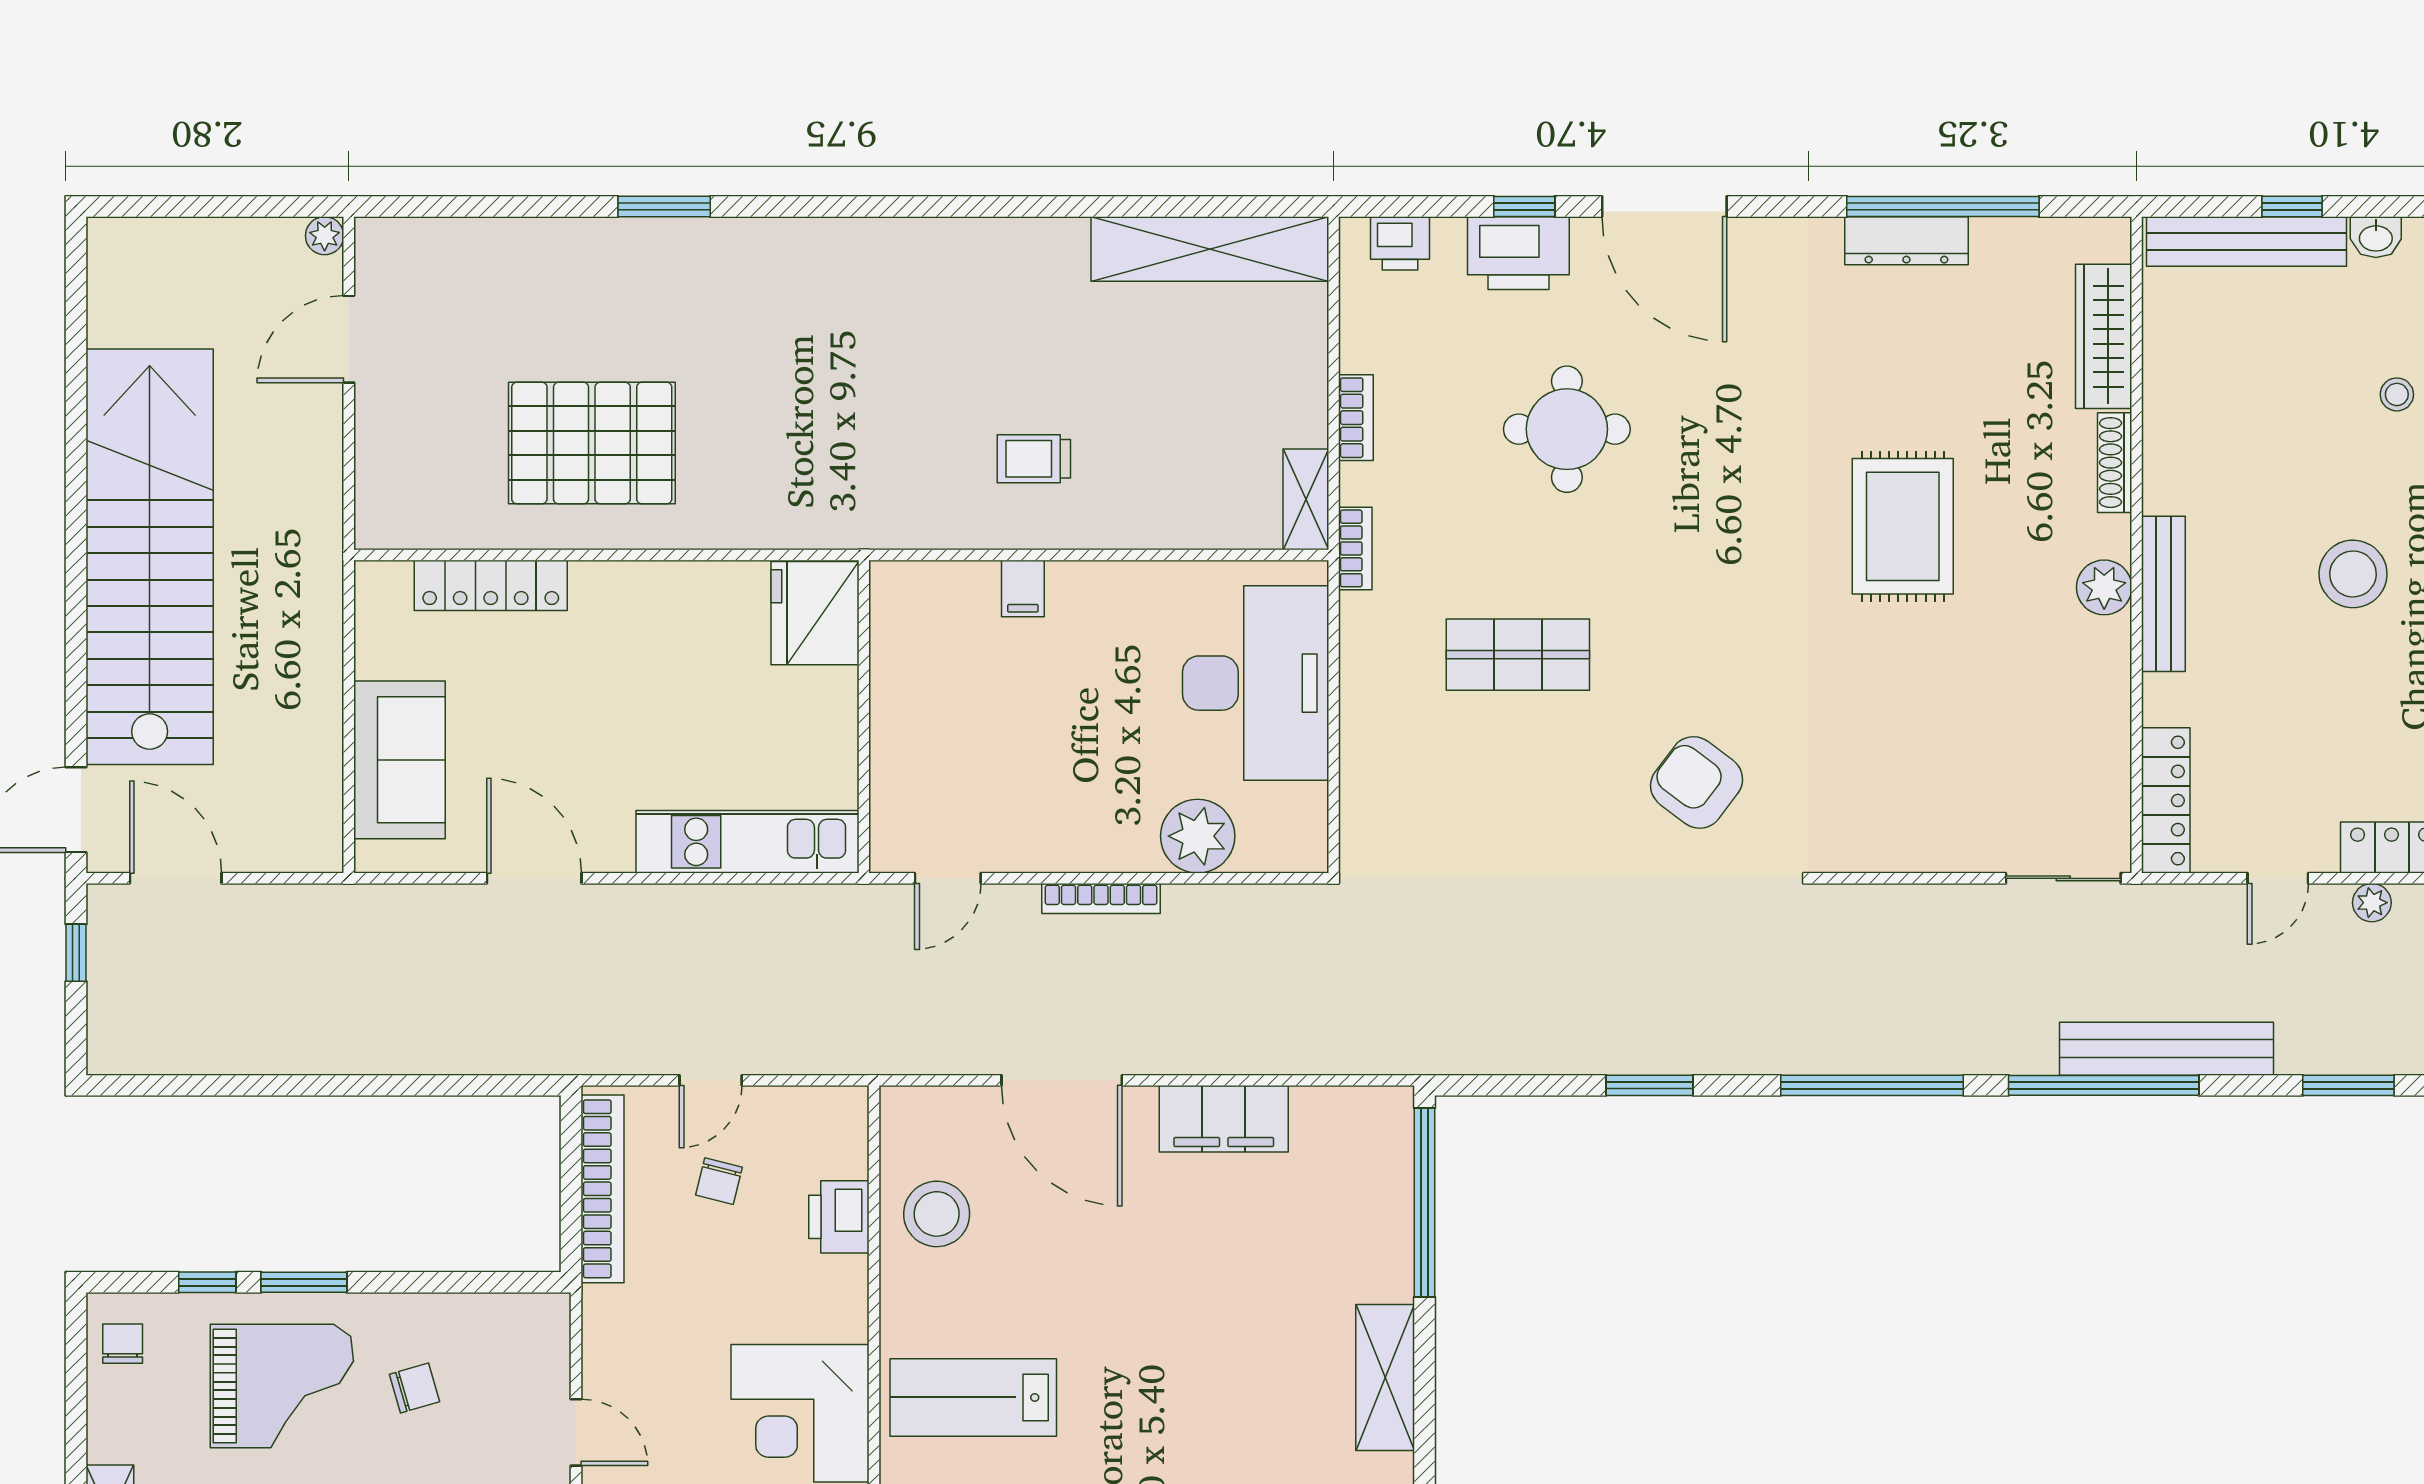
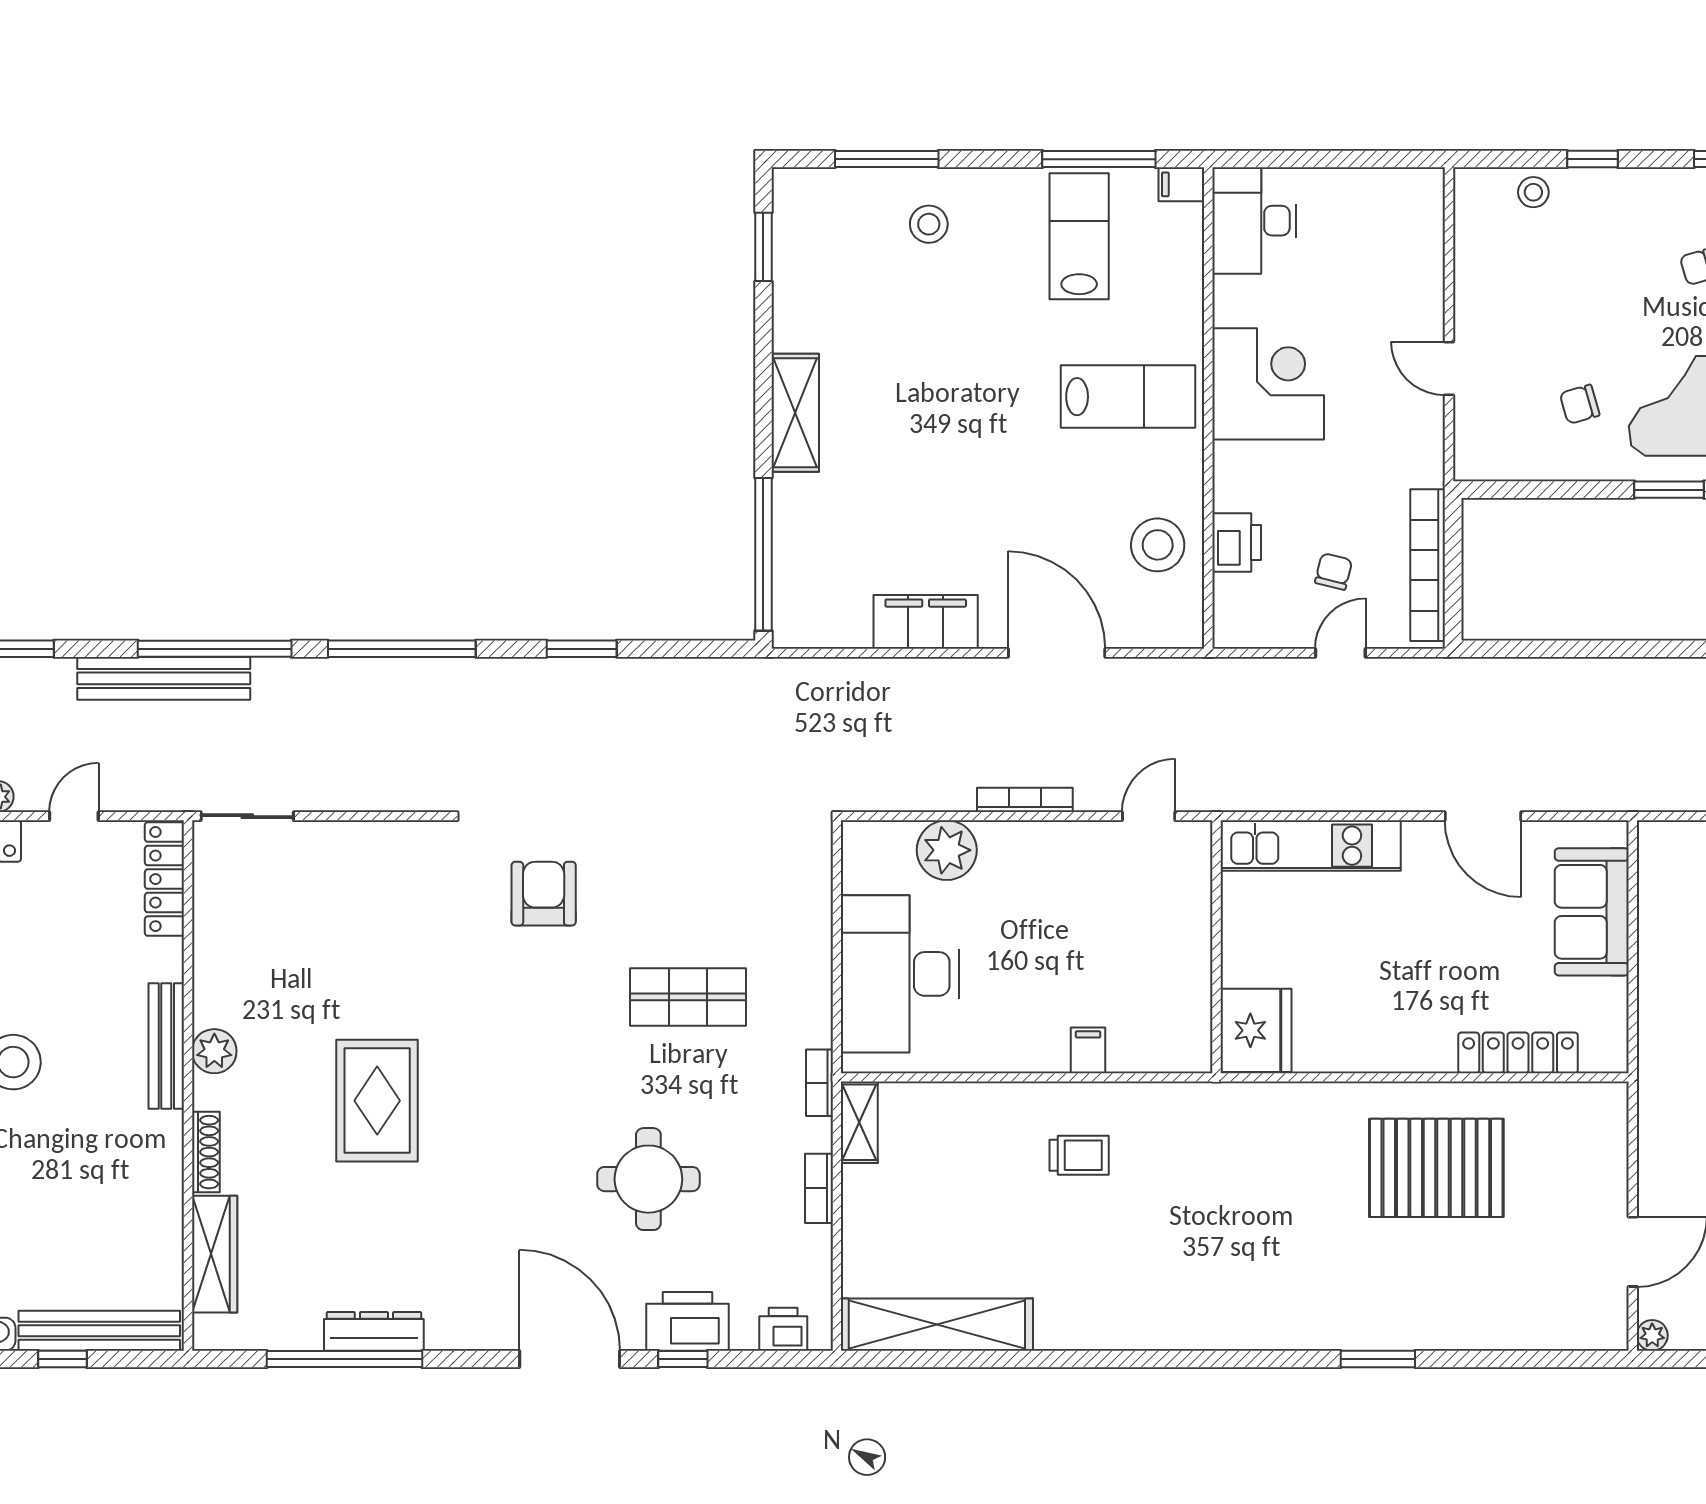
armchair: (1697, 782) -> (544, 894), turned -127

